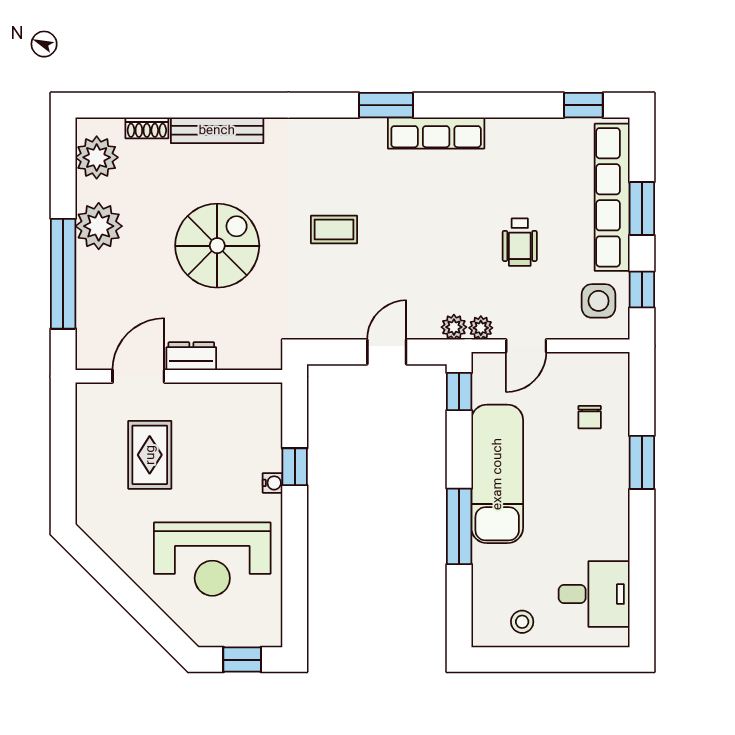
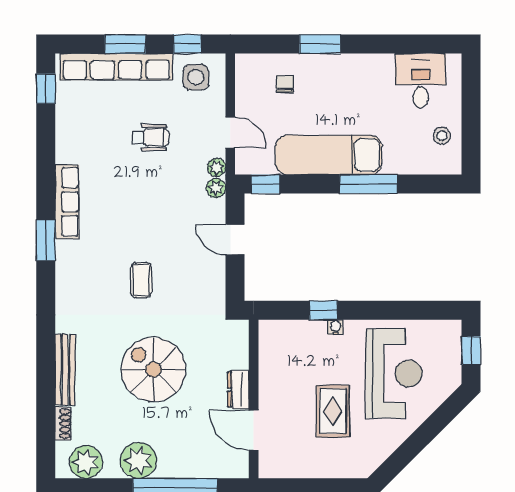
chair: (590, 417) -> (285, 84), turned -90
rug: (150, 455) -> (333, 411), moved, turned 90

